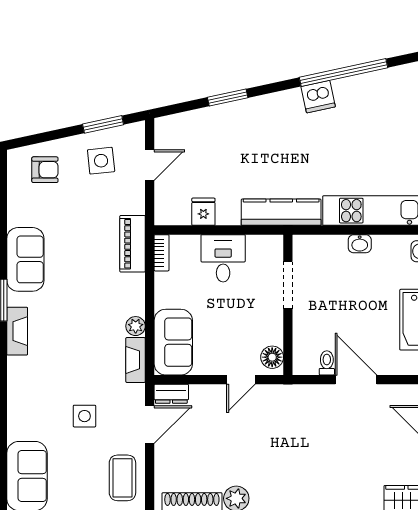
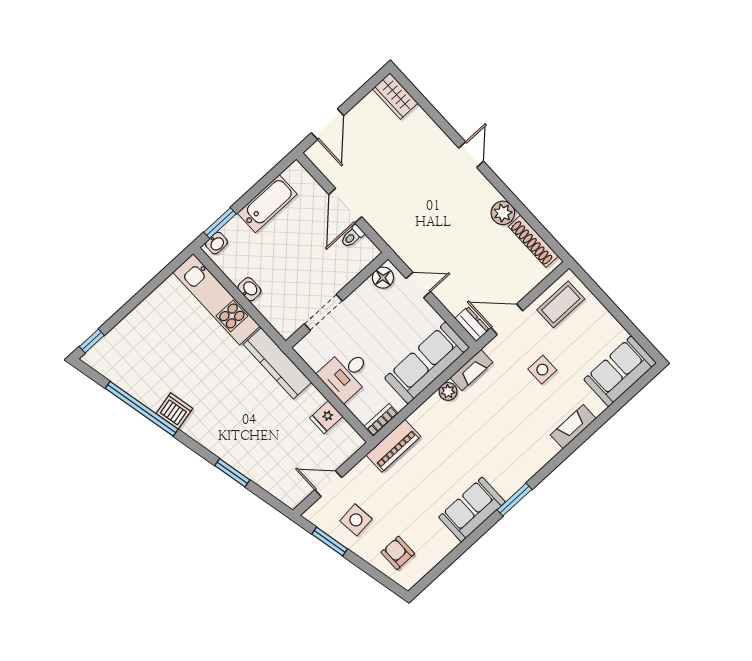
fireplace: (17, 331) -> (573, 427), moved
sofa: (173, 342) -> (427, 363), width x1.36

